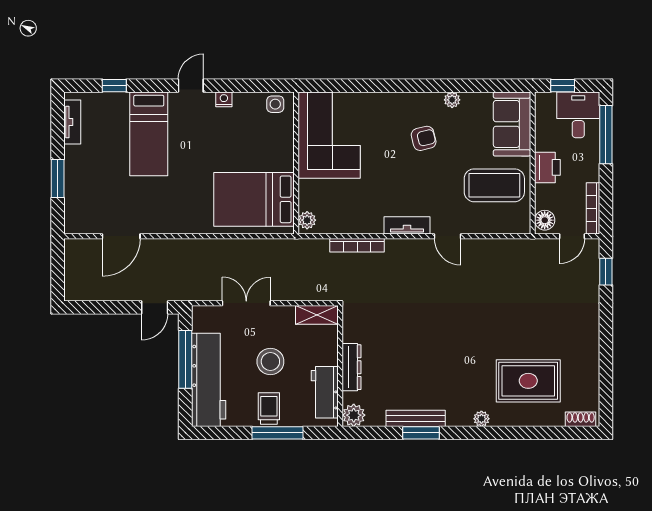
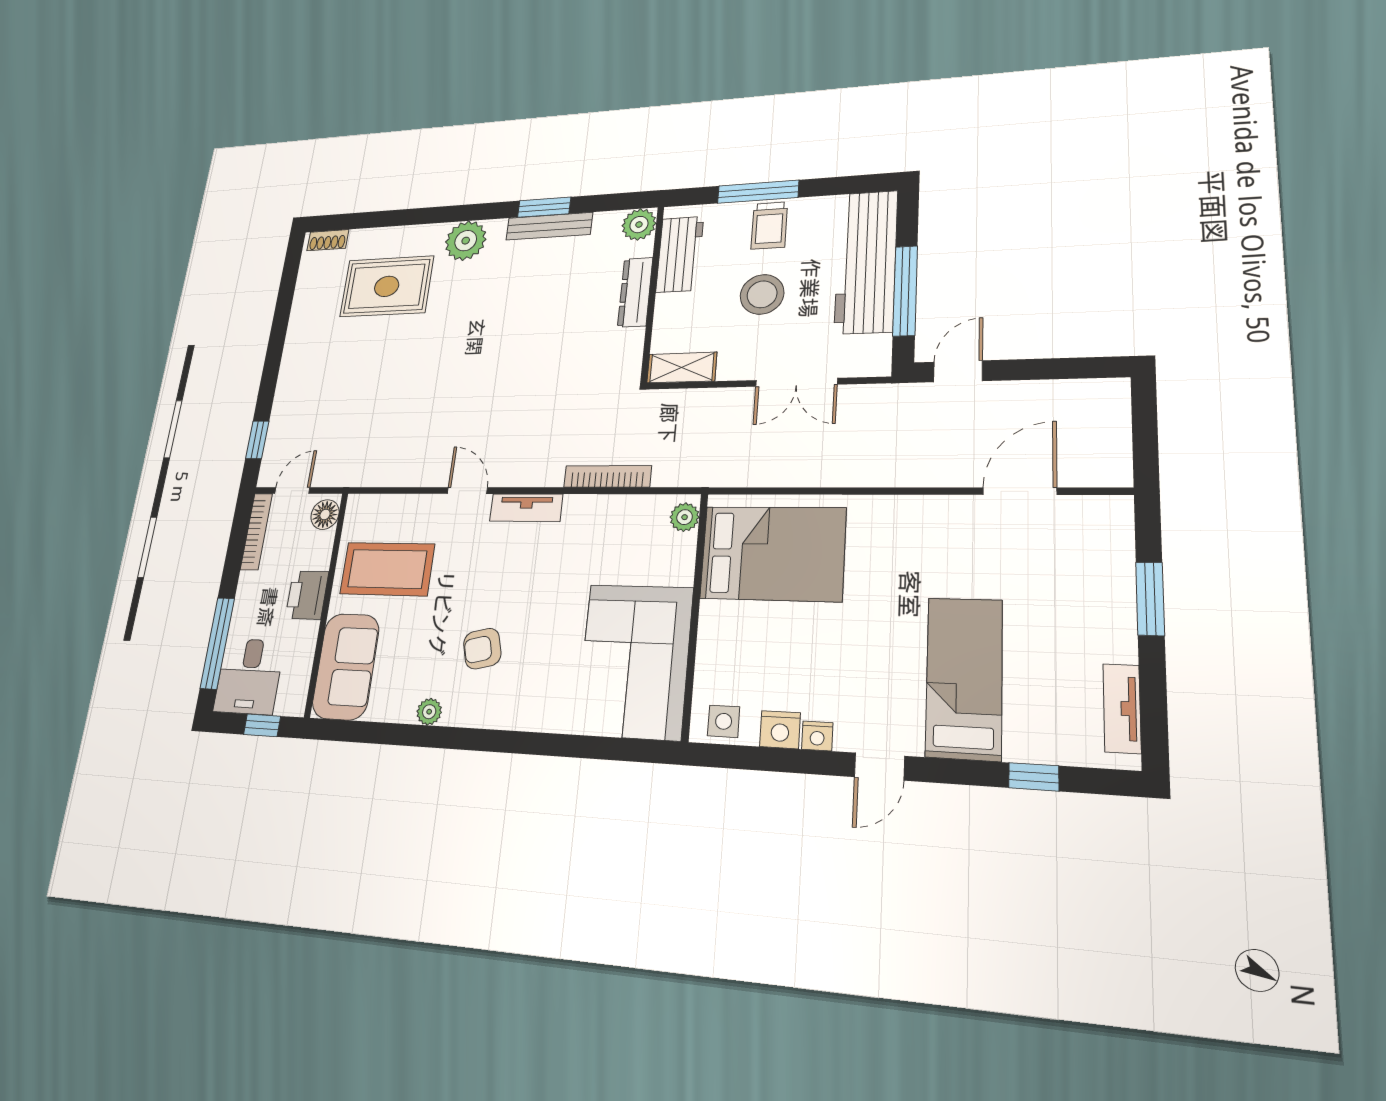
nightstand: (244, 101) -> (780, 730), added
plant: (481, 419) -> (466, 241), width x1.88, depth x1.88

